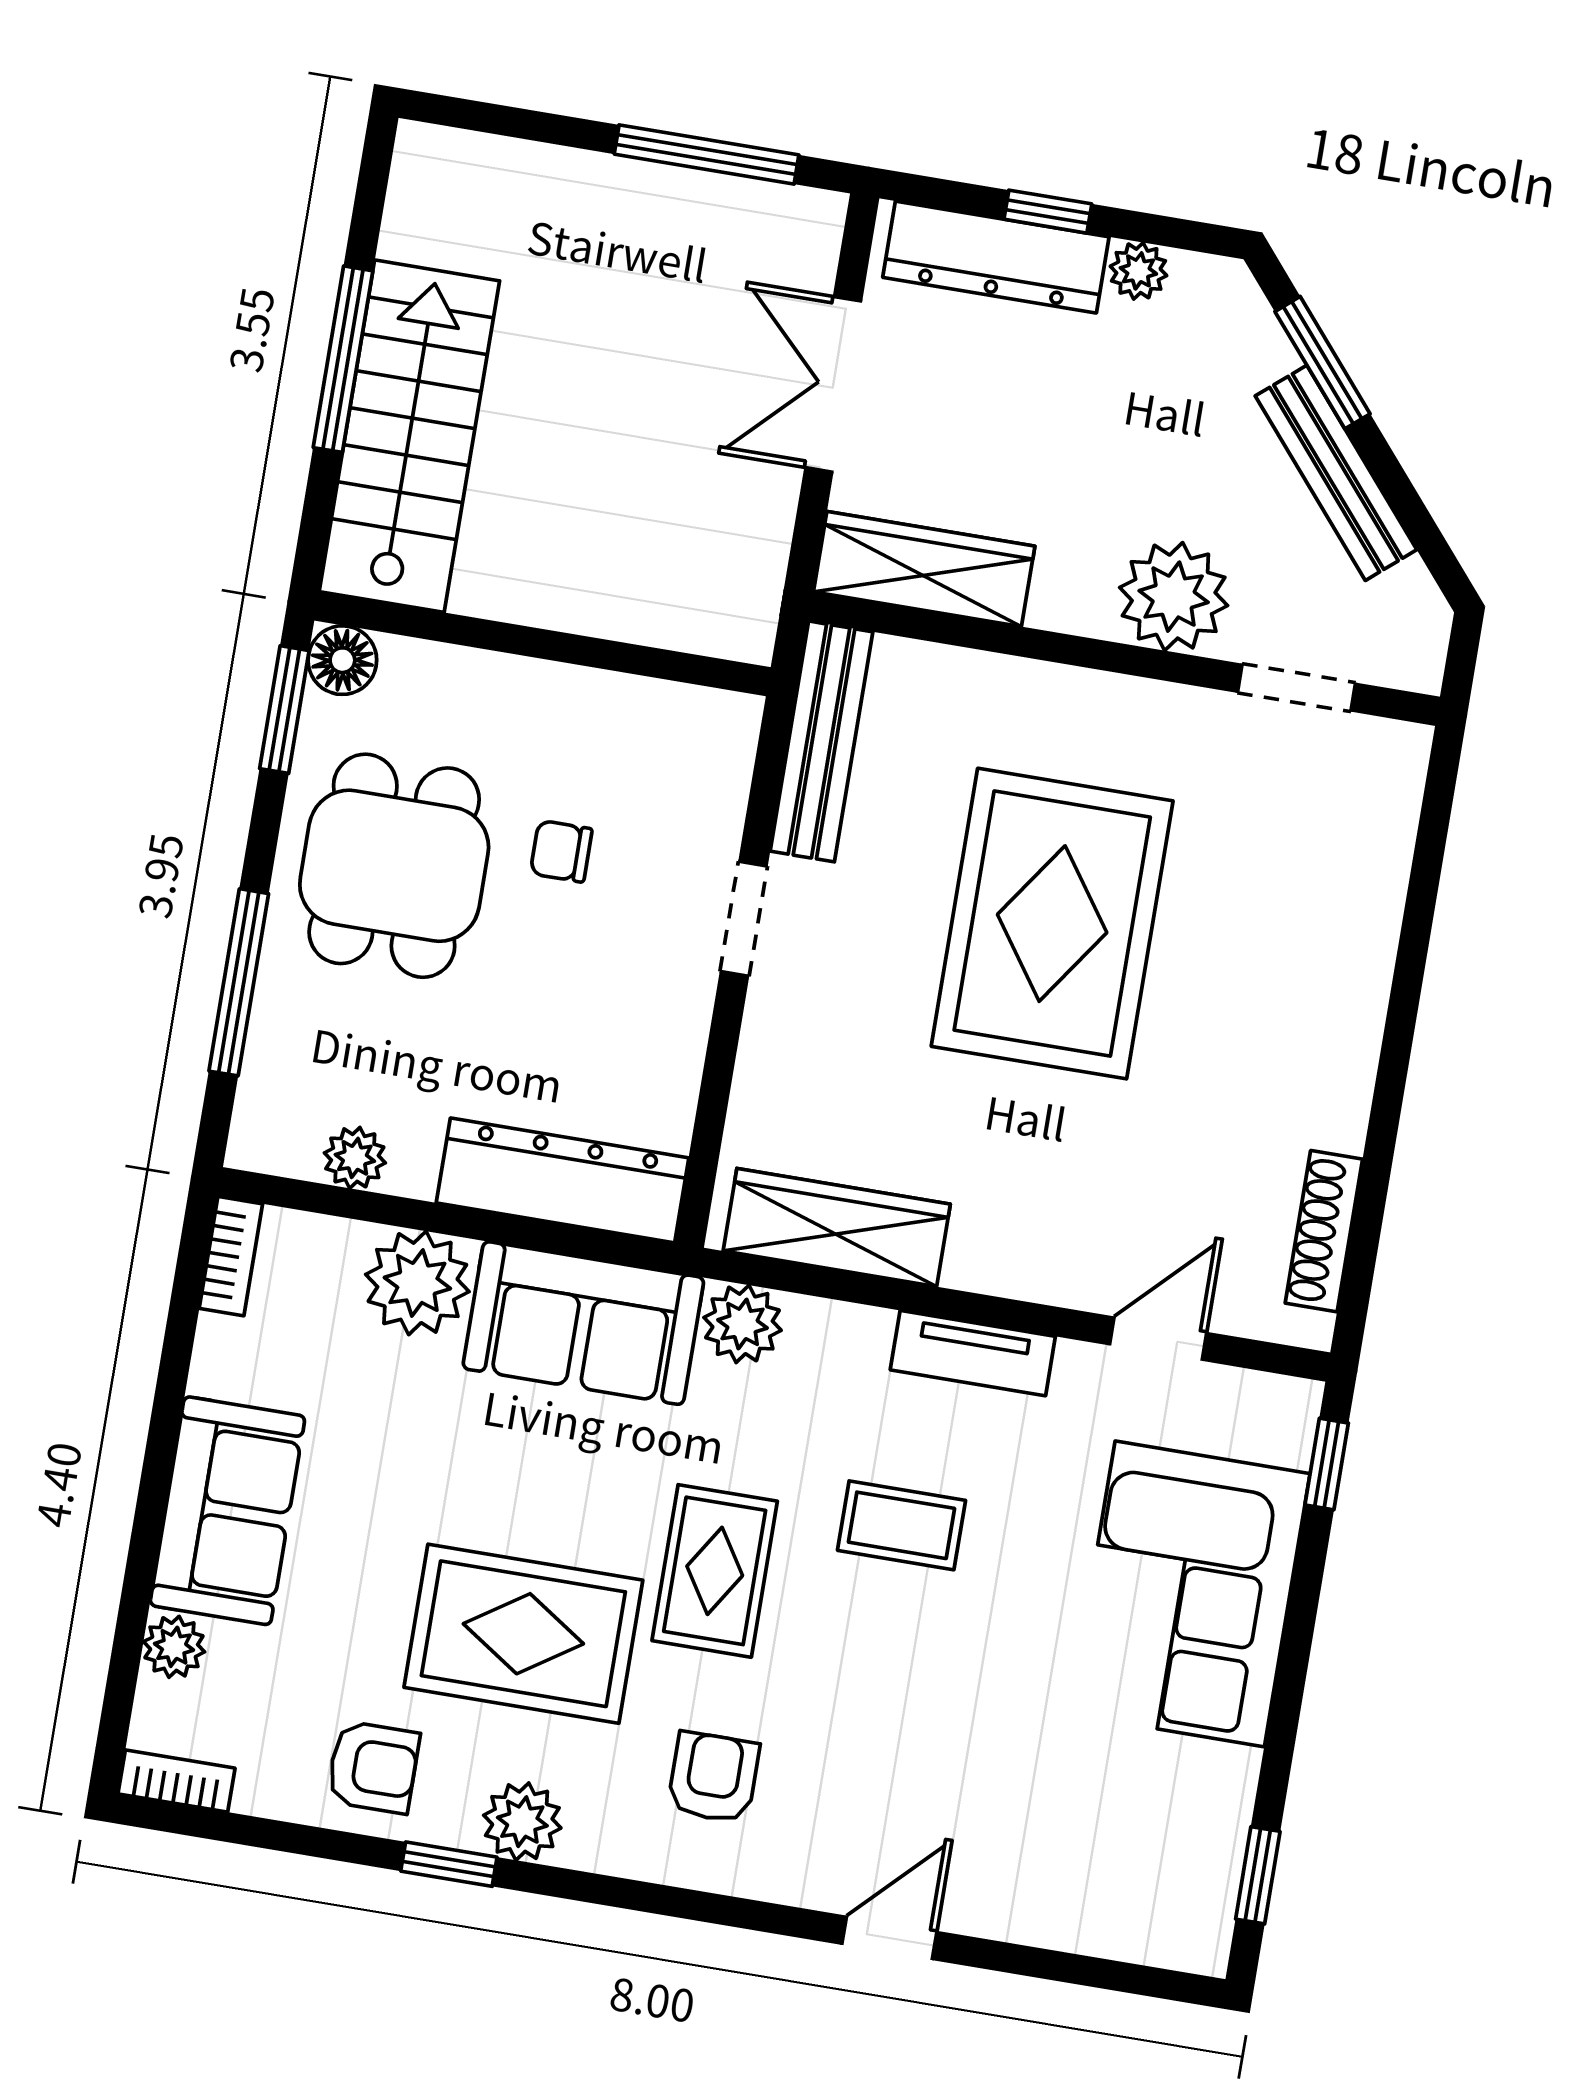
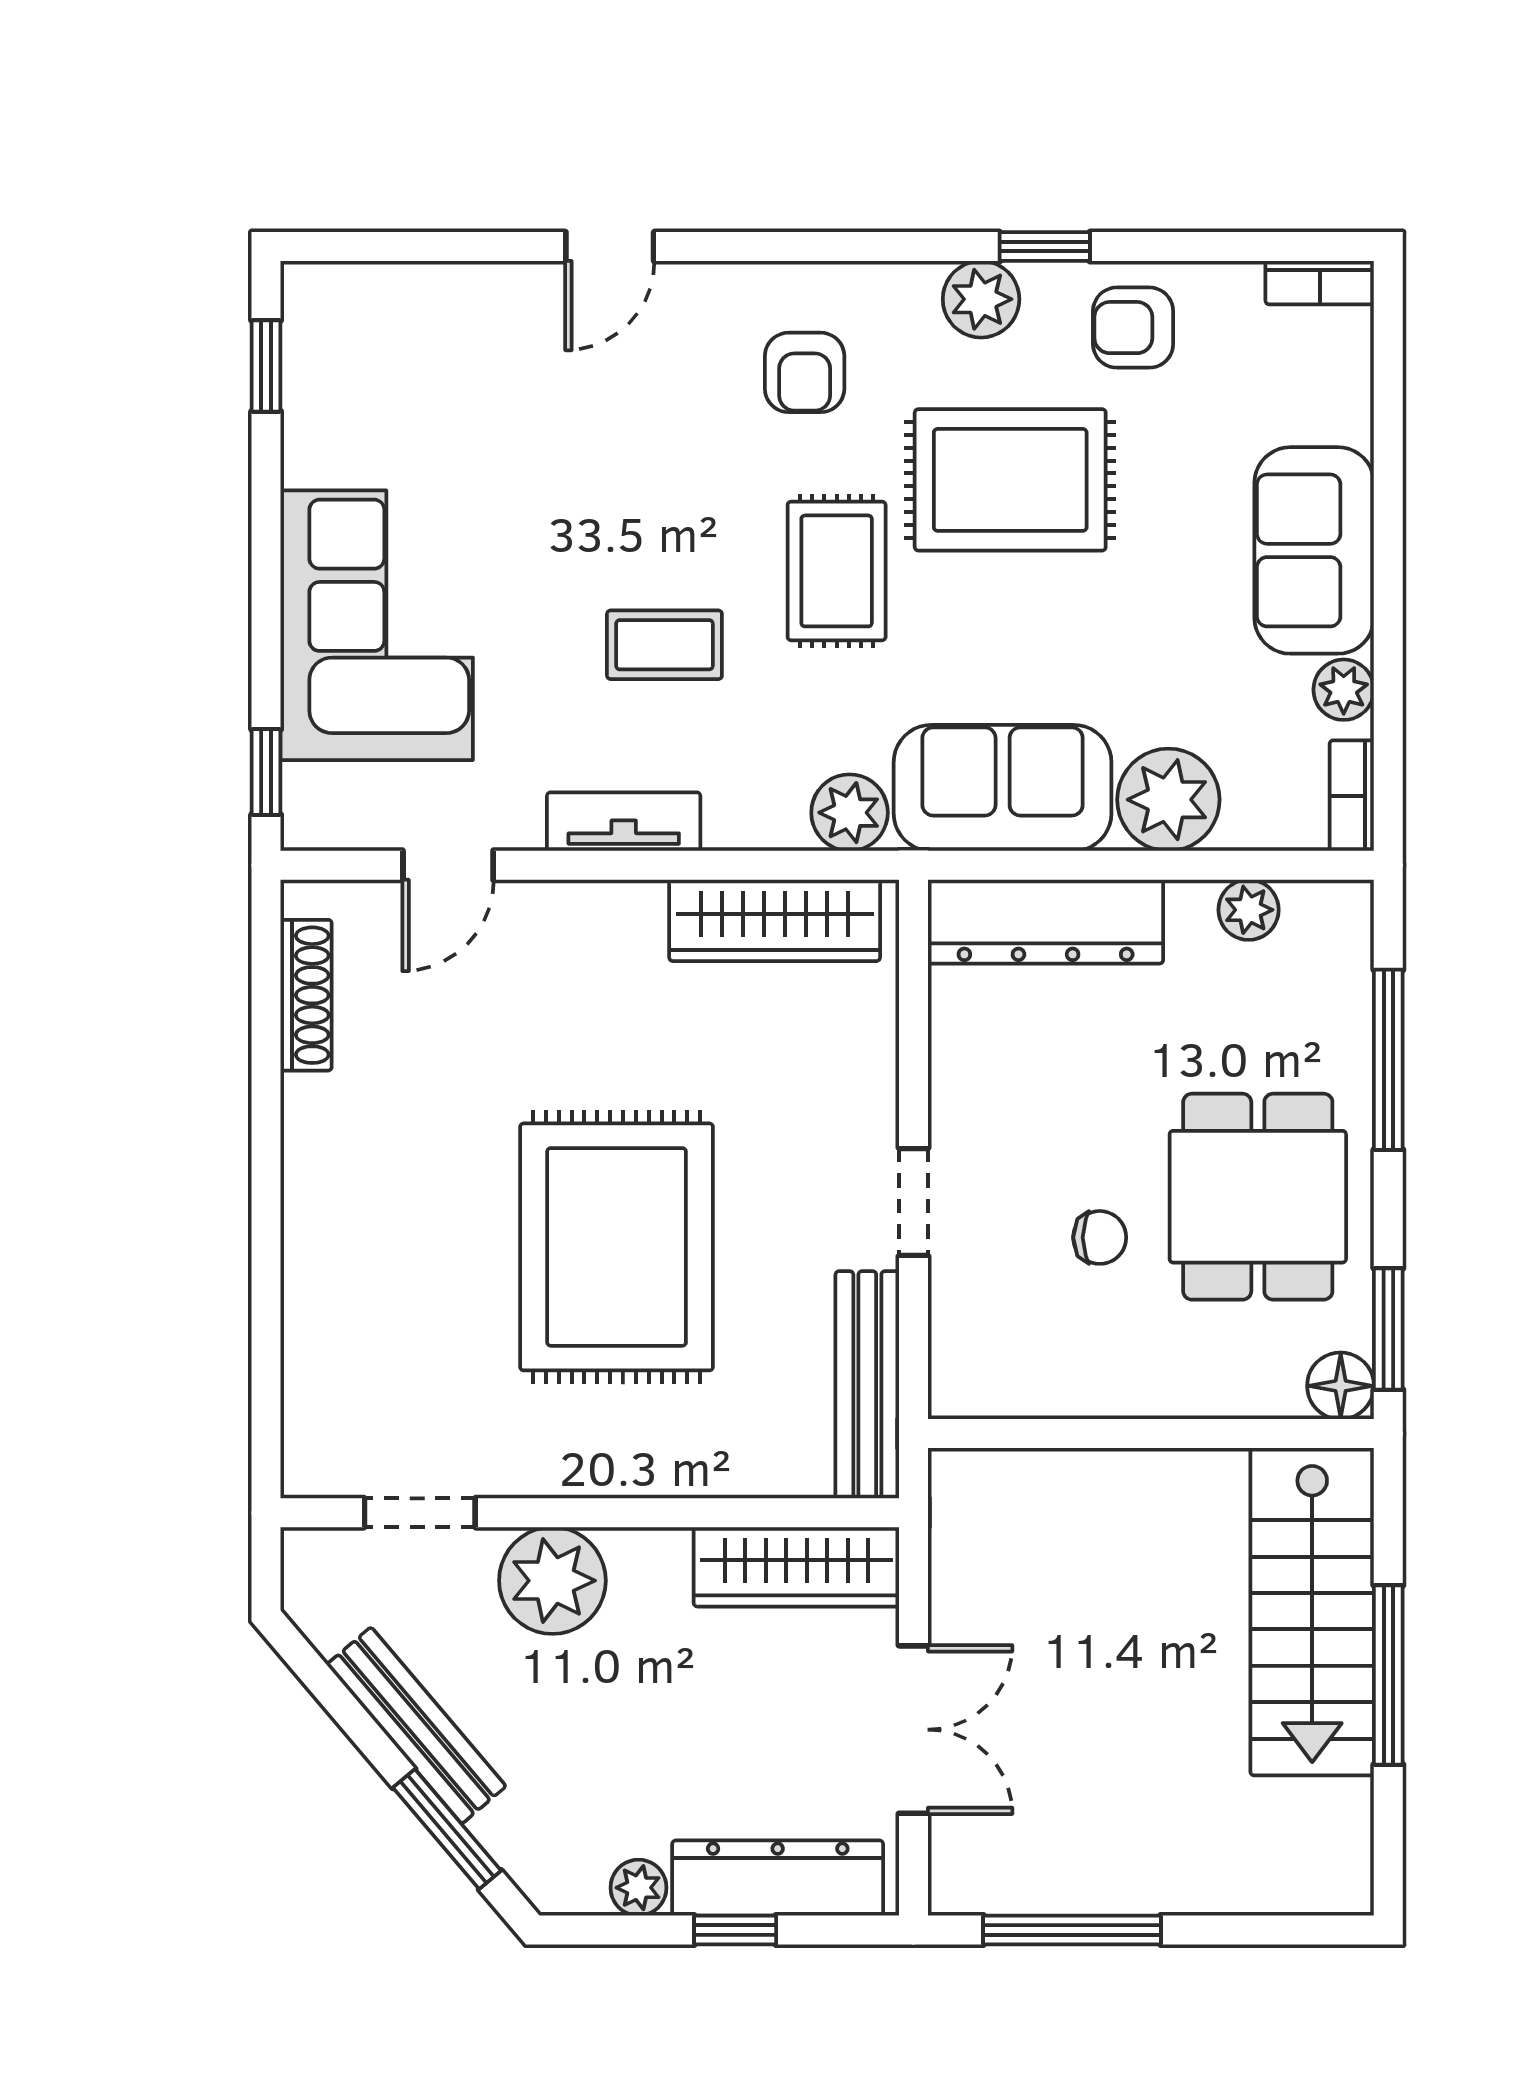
plant: (174, 1647) -> (1344, 690), moved

